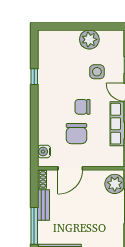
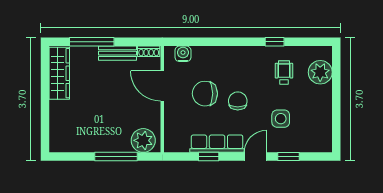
plant: (89, 39) -> (320, 72), moved
wheelchair: (59, 69) -> (284, 73), added

